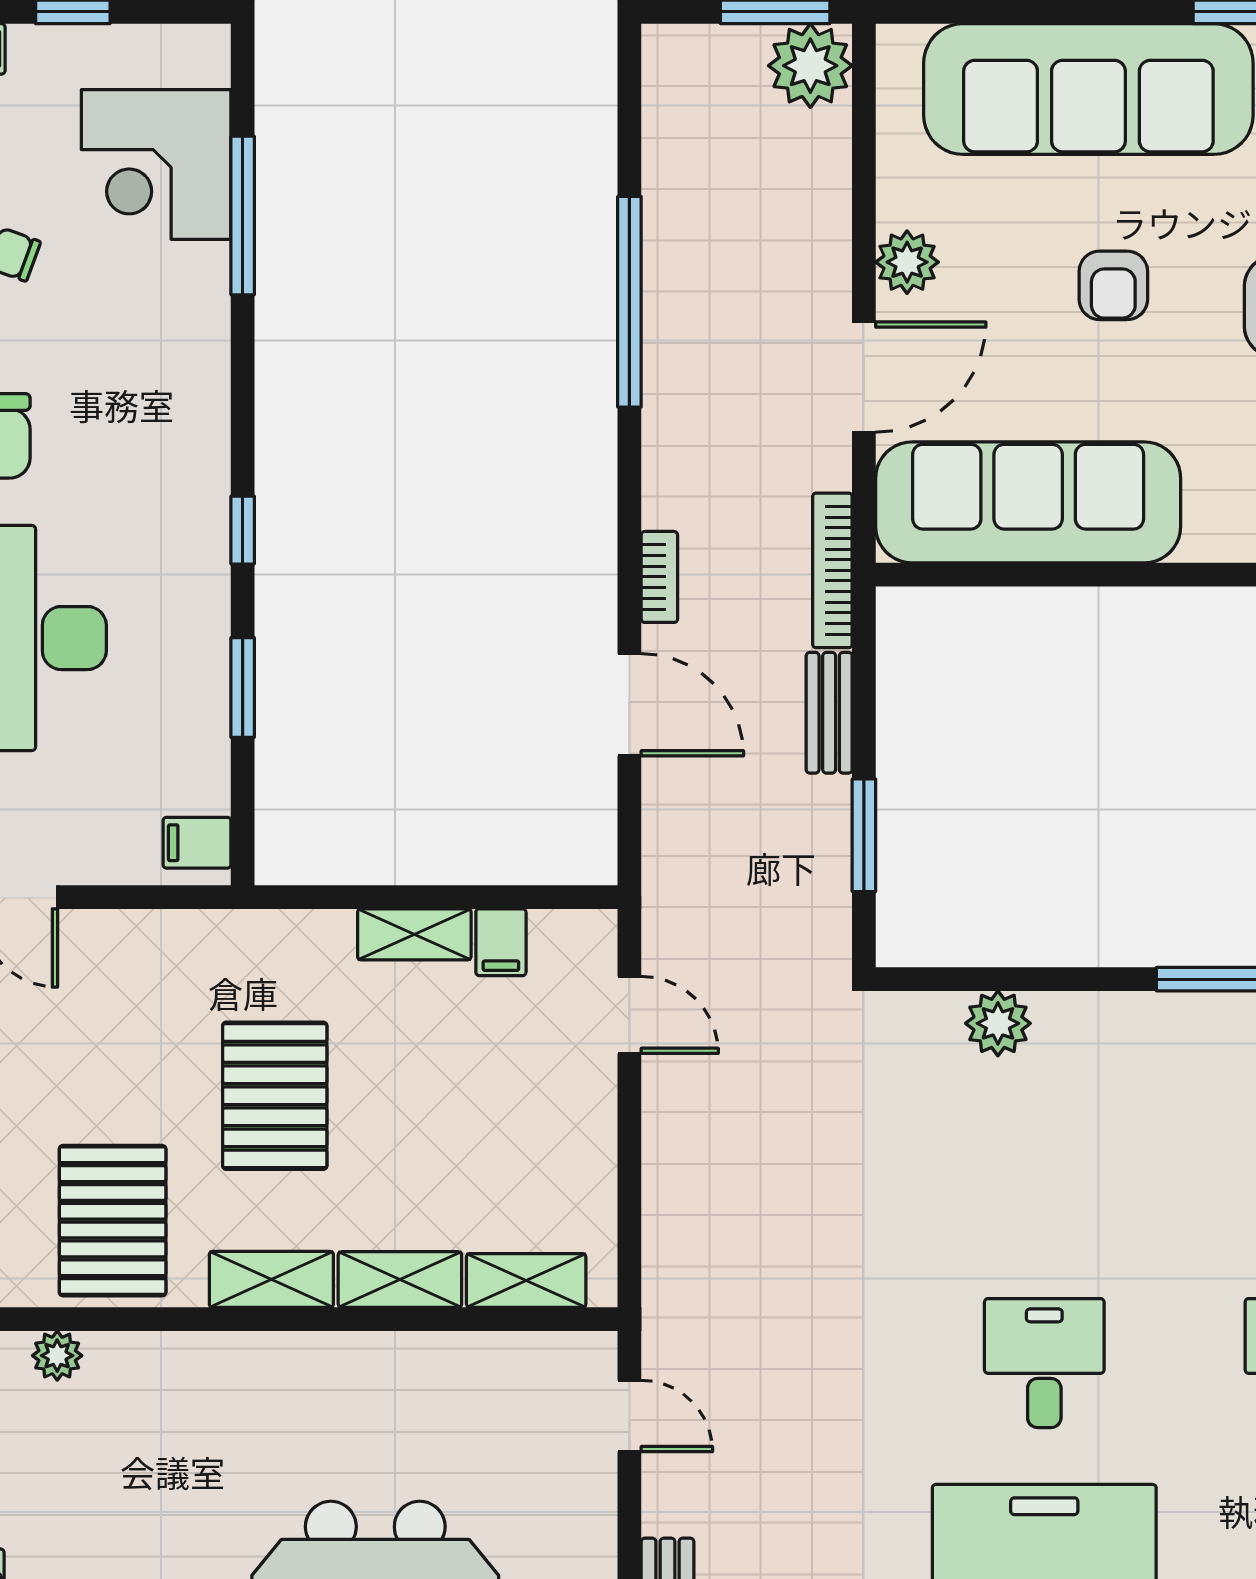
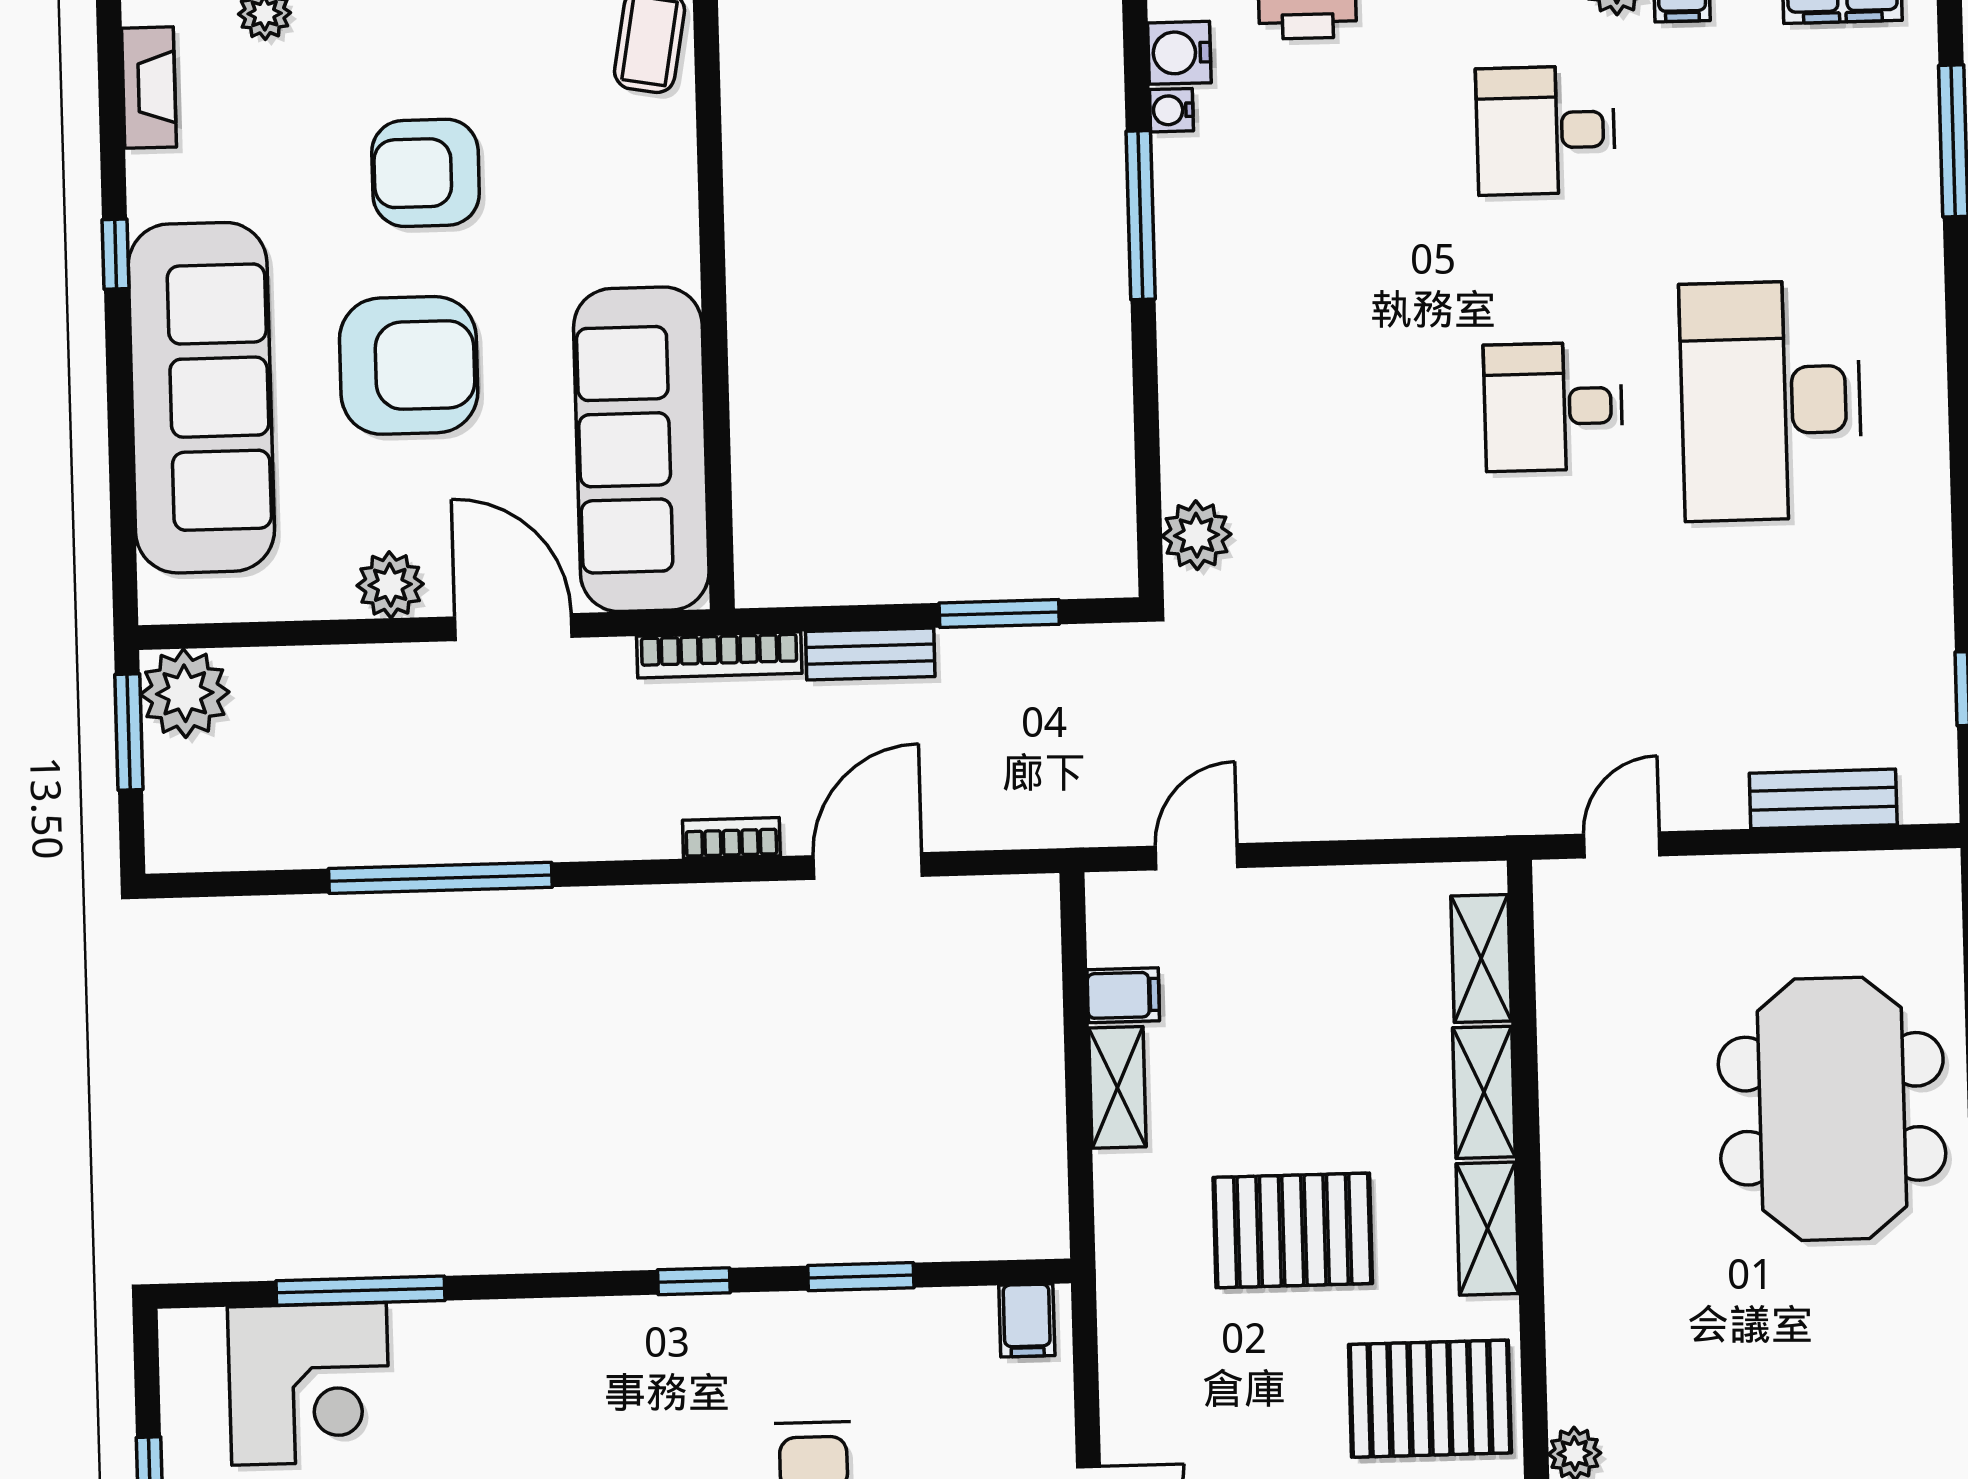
armchair: (1113, 285) -> (409, 365), width x1.88, depth x1.88
plant: (998, 1023) -> (1197, 535), moved

